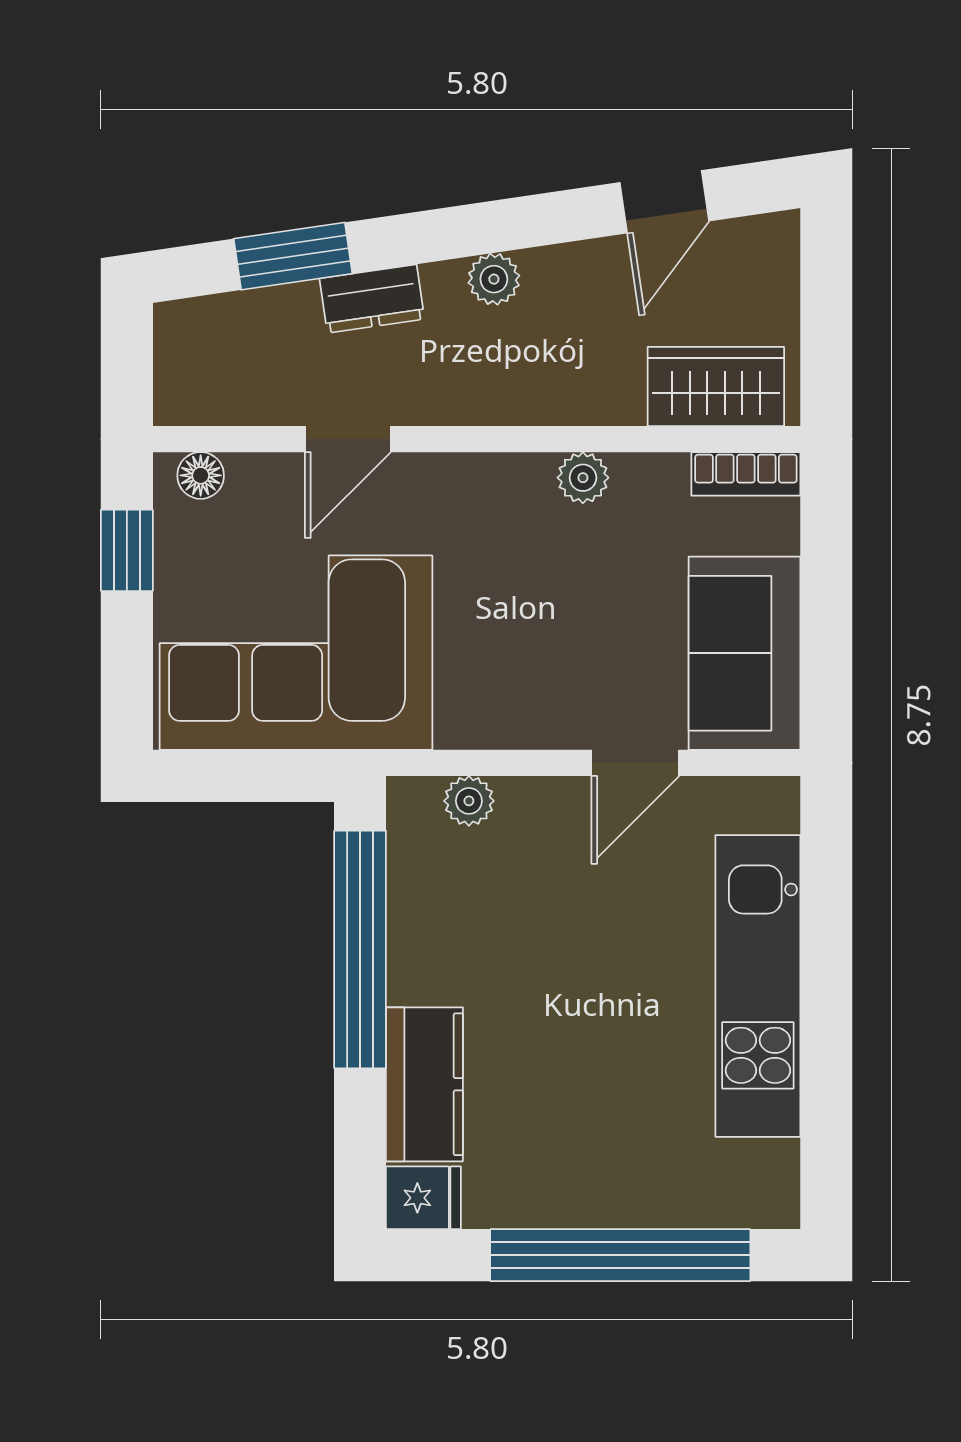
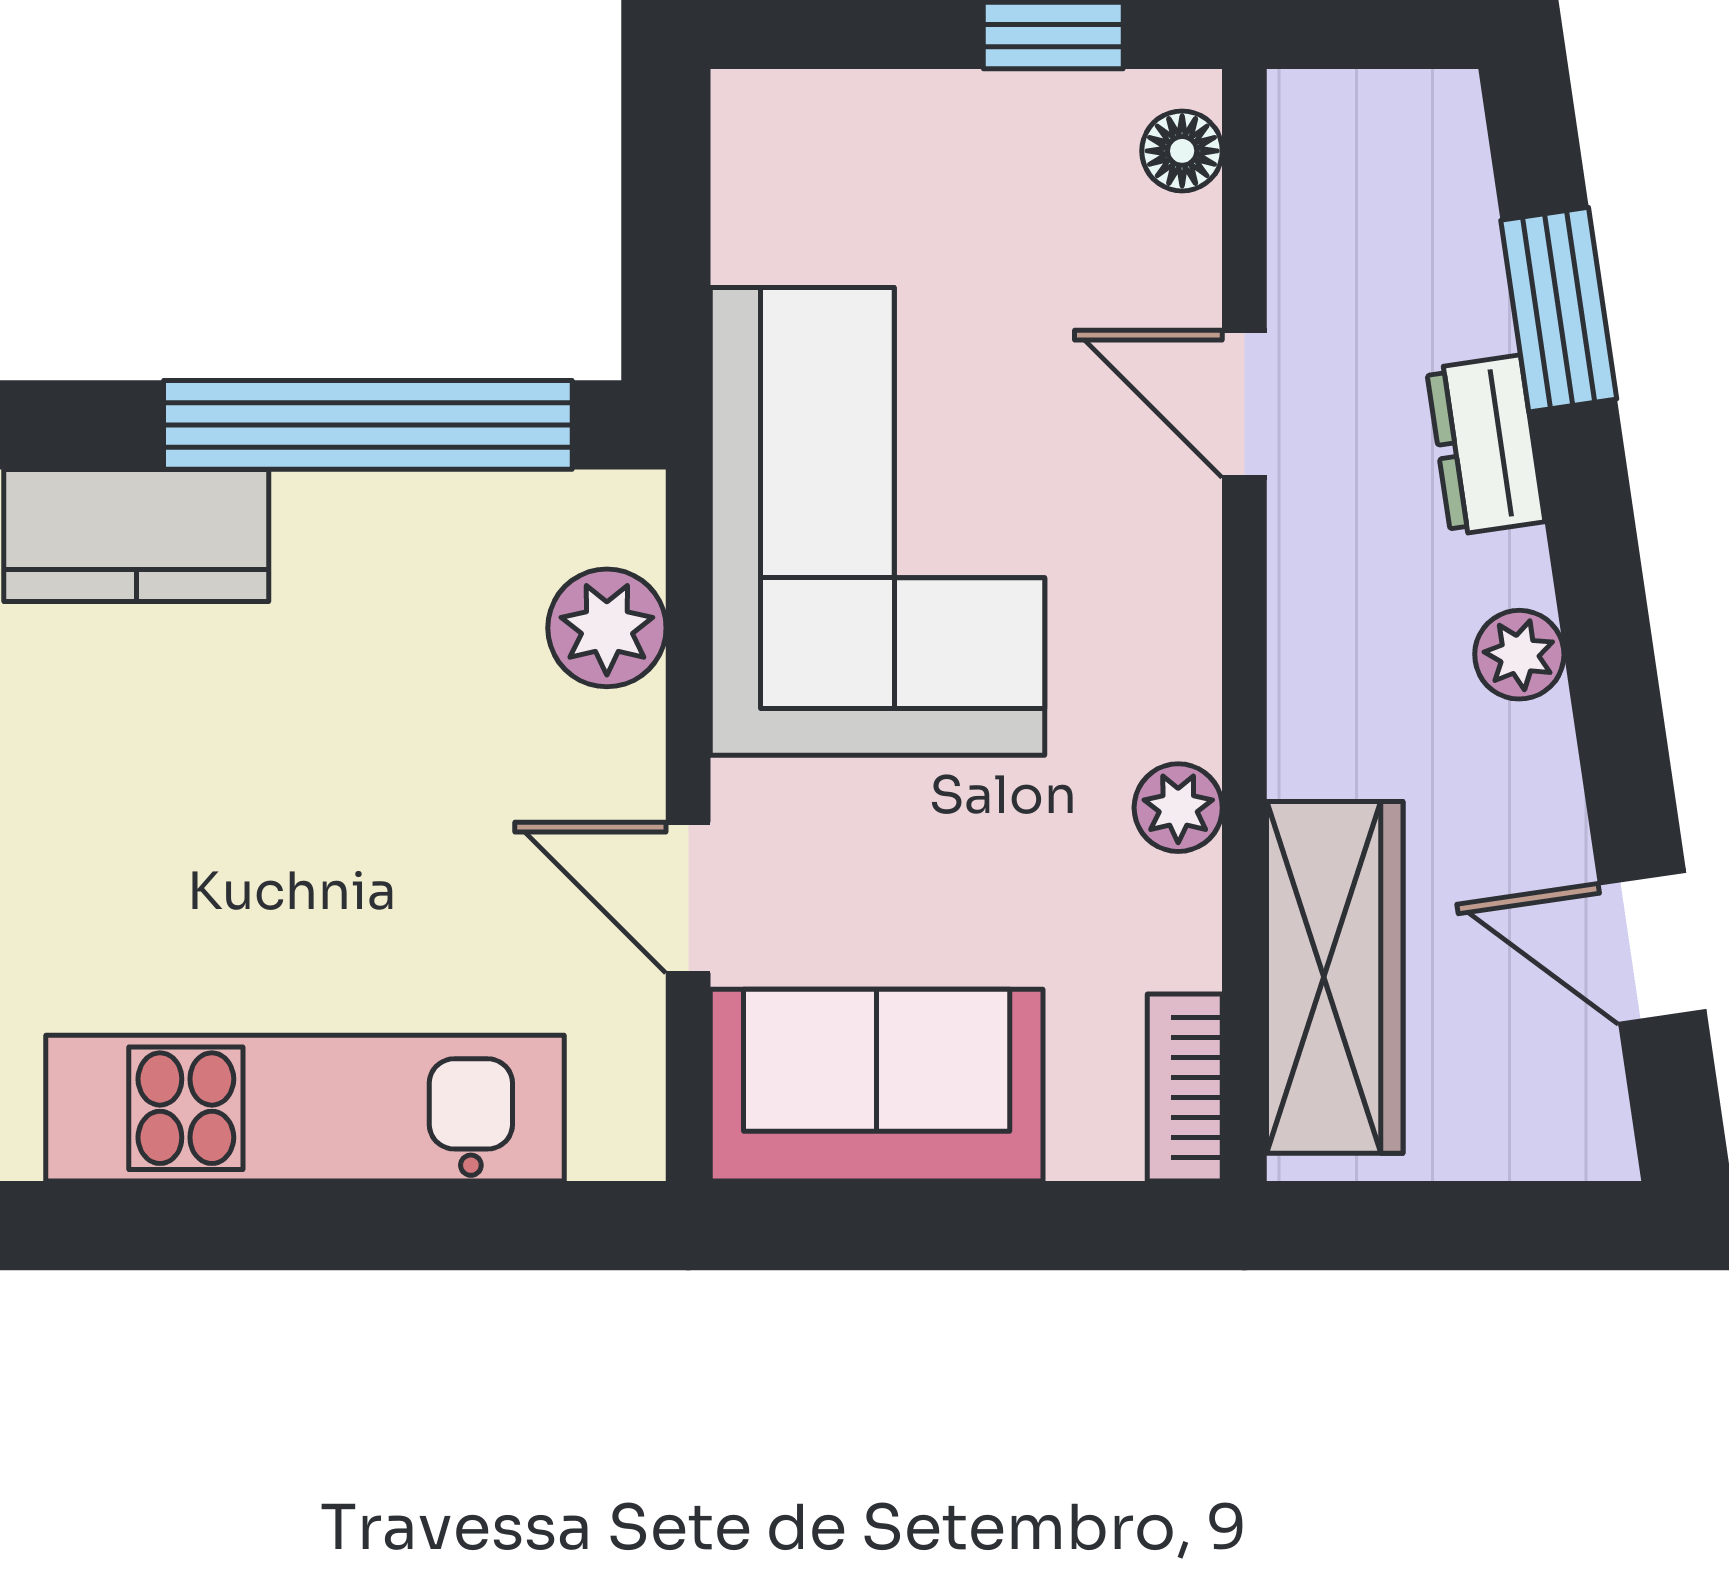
wardrobe: (716, 387) -> (1335, 977), width x1.50
corner sofa: (296, 653) -> (878, 521), moved
plant: (469, 801) -> (607, 628), width x1.38, depth x1.38

